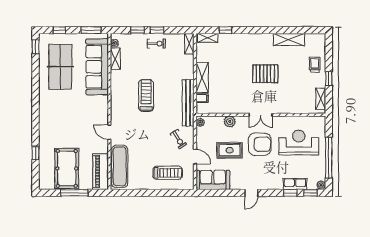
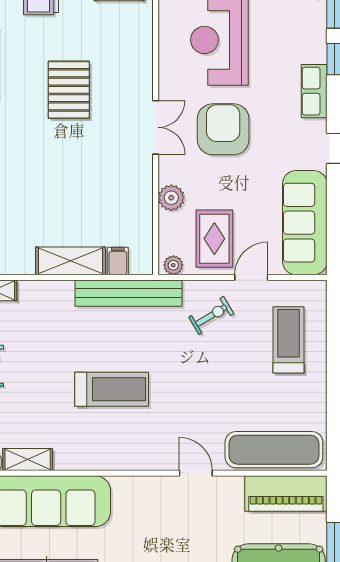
pallet: (265, 74) -> (69, 90), moved
treadmill: (146, 95) -> (112, 389), turned 180
door: (109, 132) -> (196, 473), swing flipped
rug: (230, 150) -> (214, 239), moved
sofa: (213, 180) -> (305, 223), width x1.36
row of seats: (295, 184) -> (314, 91), moved

